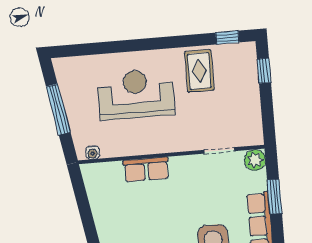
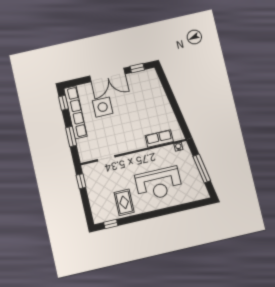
window: (264, 71) -> (81, 181), moved
plant: (255, 160) -> (85, 156), removed
row of seats: (146, 169) -> (159, 139), moved

